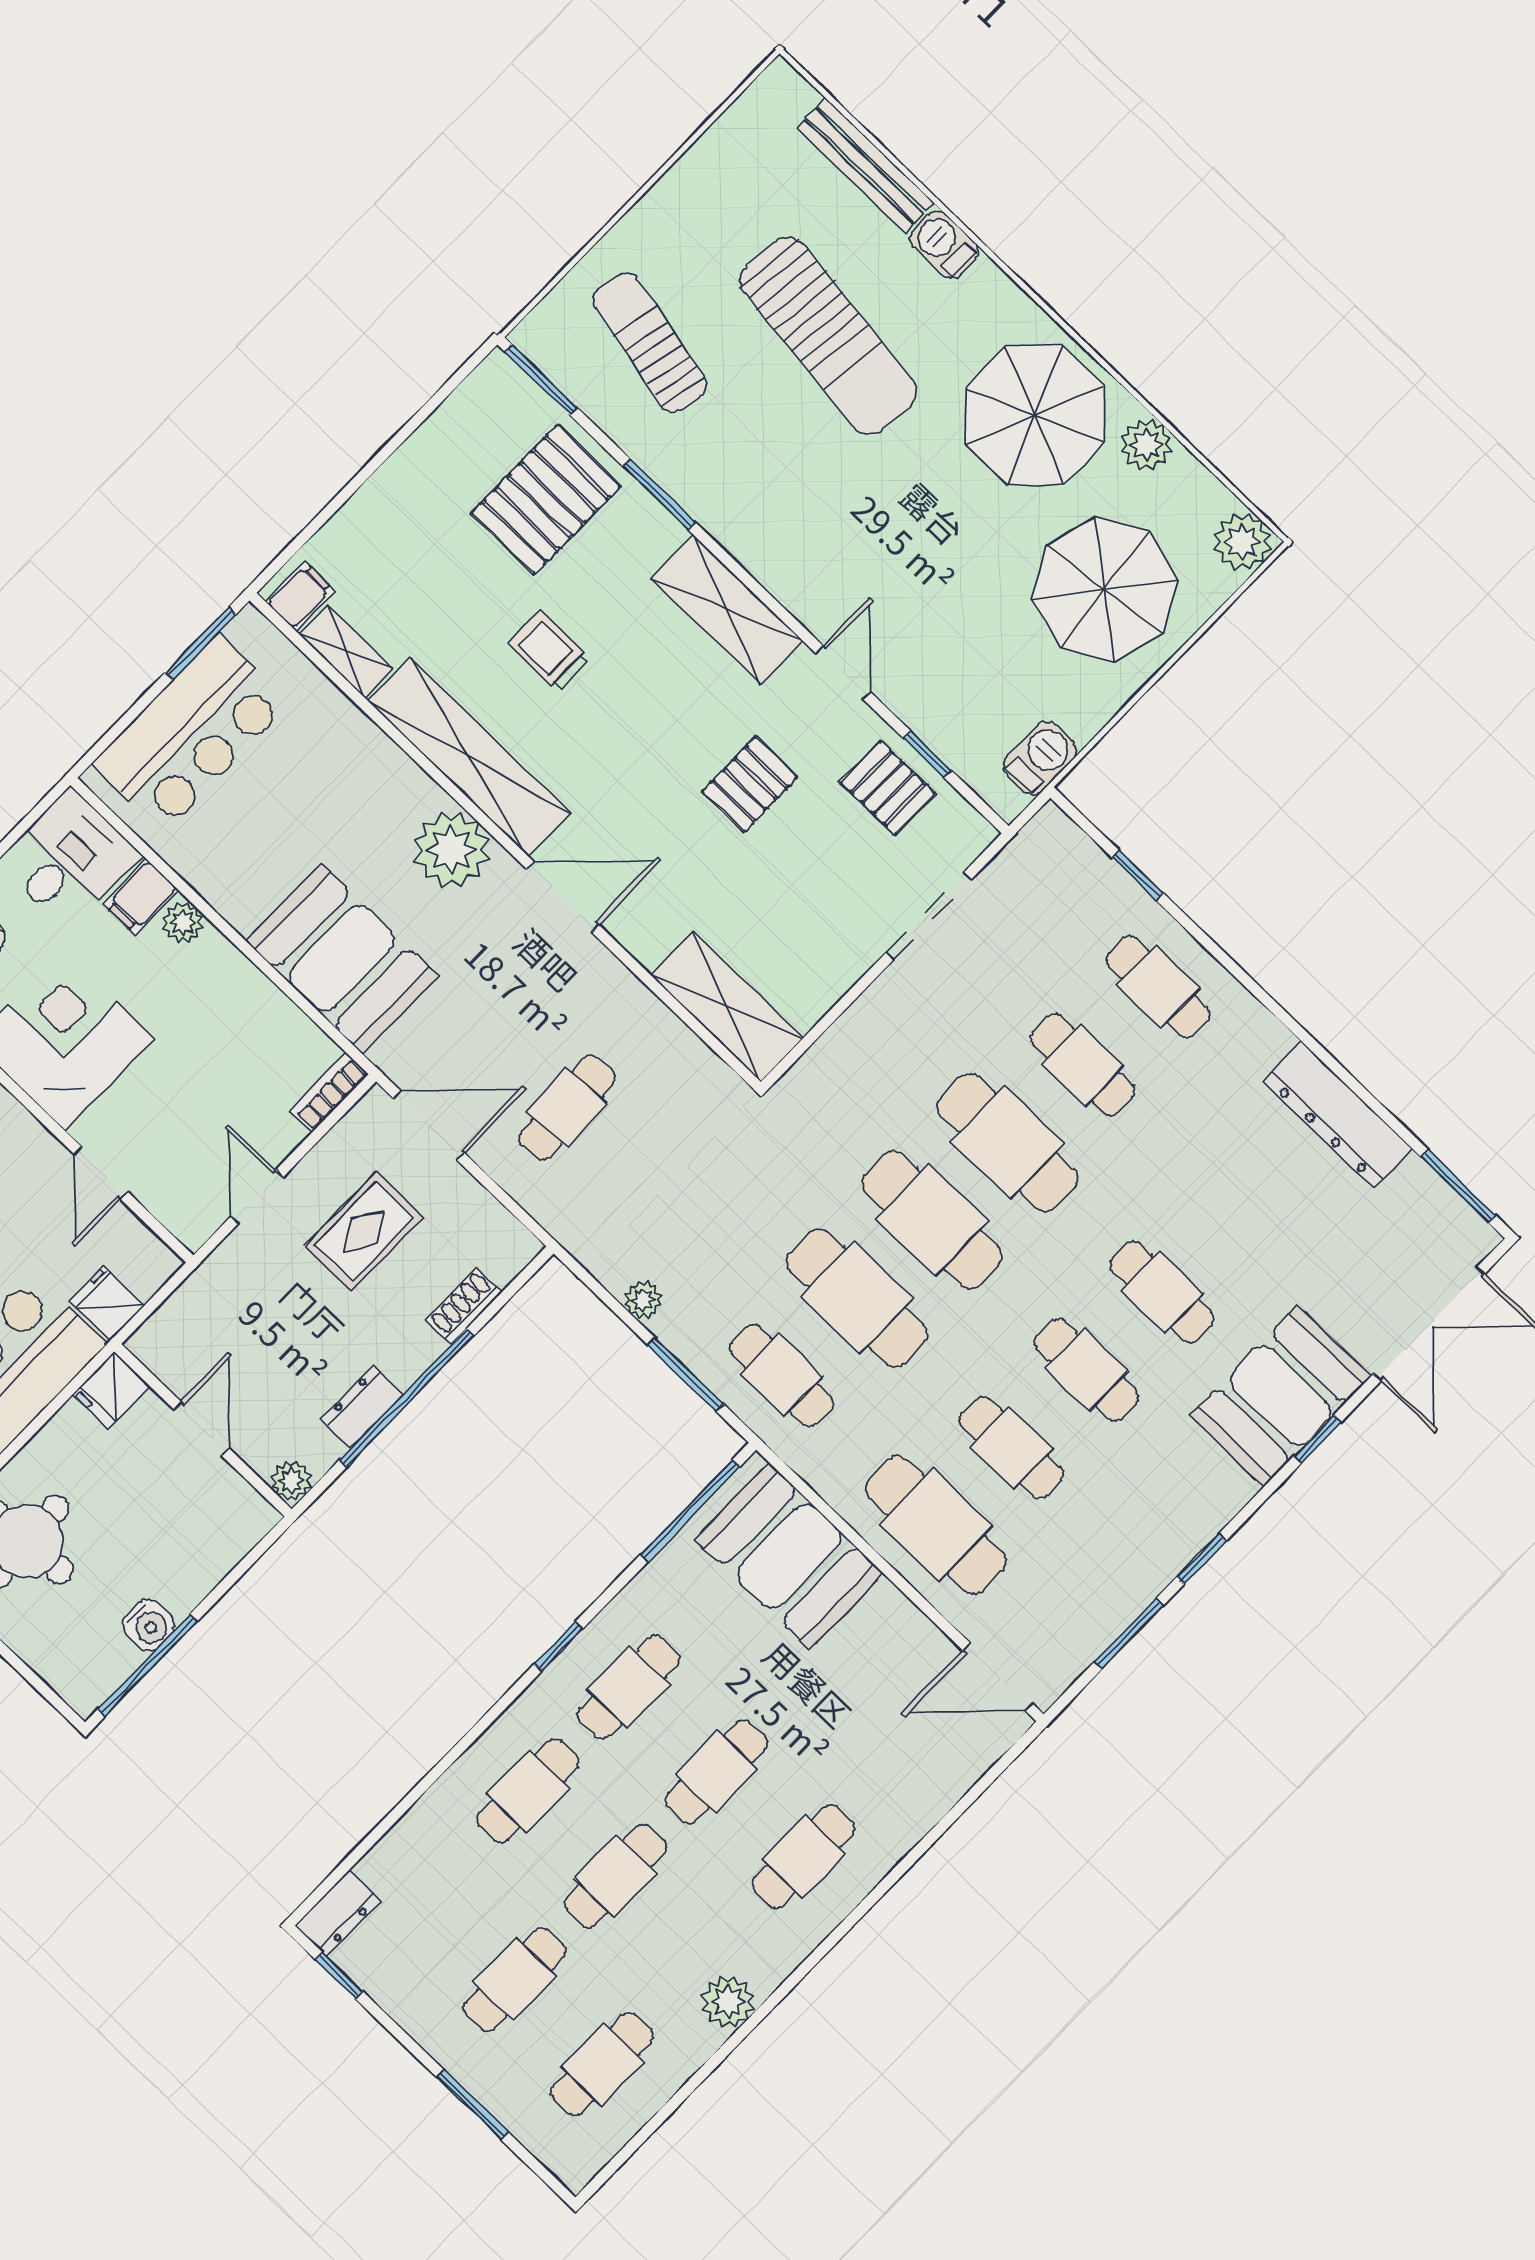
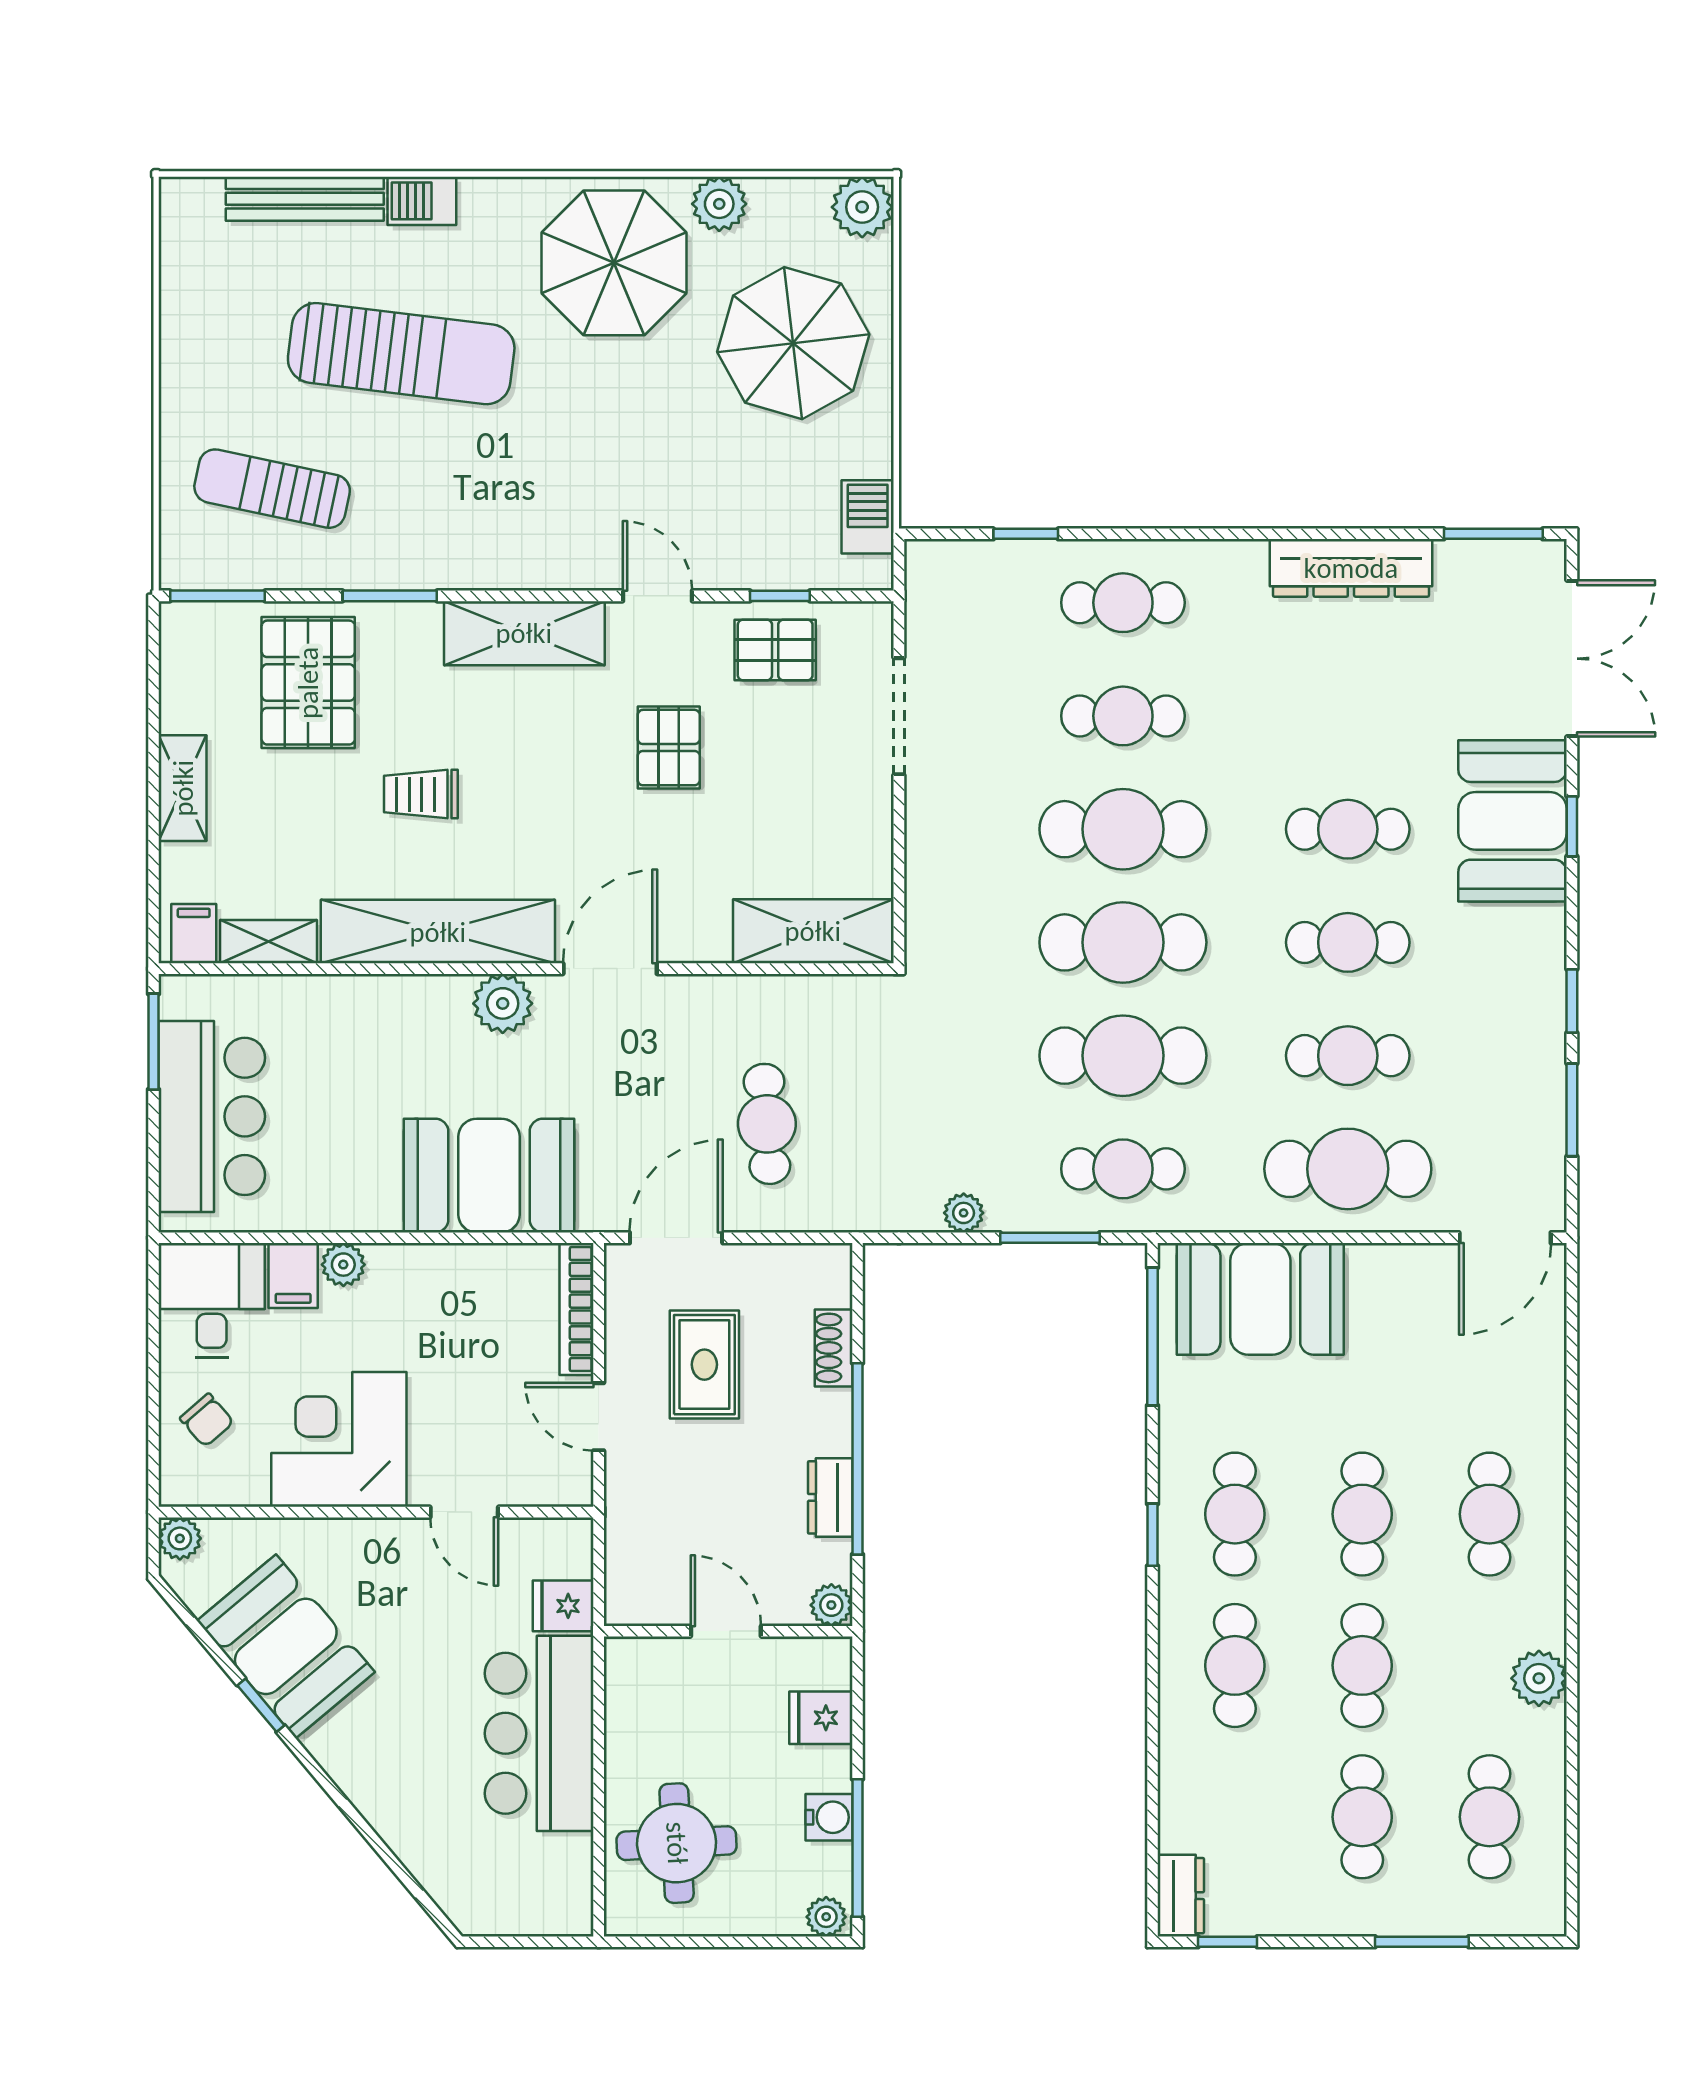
shelving: (389, 489) -> (183, 788), added
plant: (451, 850) -> (503, 1003), width x0.73, depth x0.73
bookcase: (329, 1092) -> (577, 1309), width x1.56
fridge: (111, 1390) -> (821, 1718), moved, turned 90
plant: (80, 1692) -> (826, 1917), added

